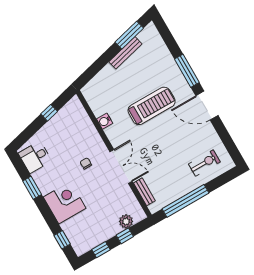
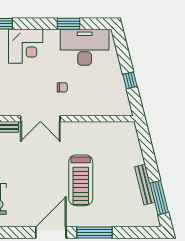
water cooler: (105, 121) -> (92, 128), removed
desk: (35, 157) -> (85, 47), width x1.87, depth x1.30
corner desk: (65, 203) -> (26, 46), moved

